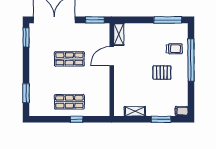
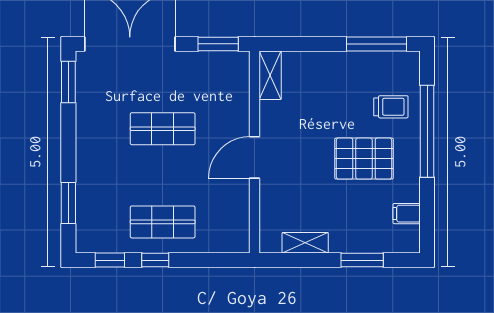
door: (112, 56) -> (255, 157), moved
pallet: (162, 73) -> (364, 159), width x1.50, depth x1.42
filing cabinet: (182, 111) -> (407, 214), moved
window: (45, 119) -> (110, 260), added
window: (77, 119) -> (155, 260), moved

